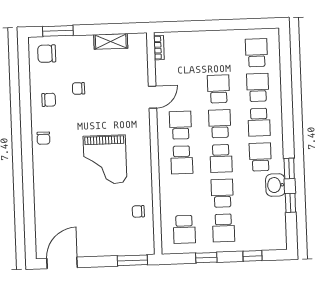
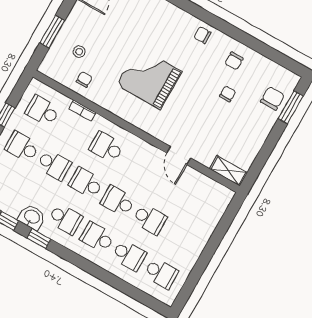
shelving: (111, 41) -> (228, 171), moved, turned 90
bookcase: (159, 48) -> (82, 111), moved
chair: (47, 54) -> (272, 98), moved
school desk: (220, 124) -> (118, 201), turned 180
school desk: (180, 125) -> (138, 165), removed
stool: (118, 229) -> (79, 52), added
window: (132, 260) -> (52, 32), moved

